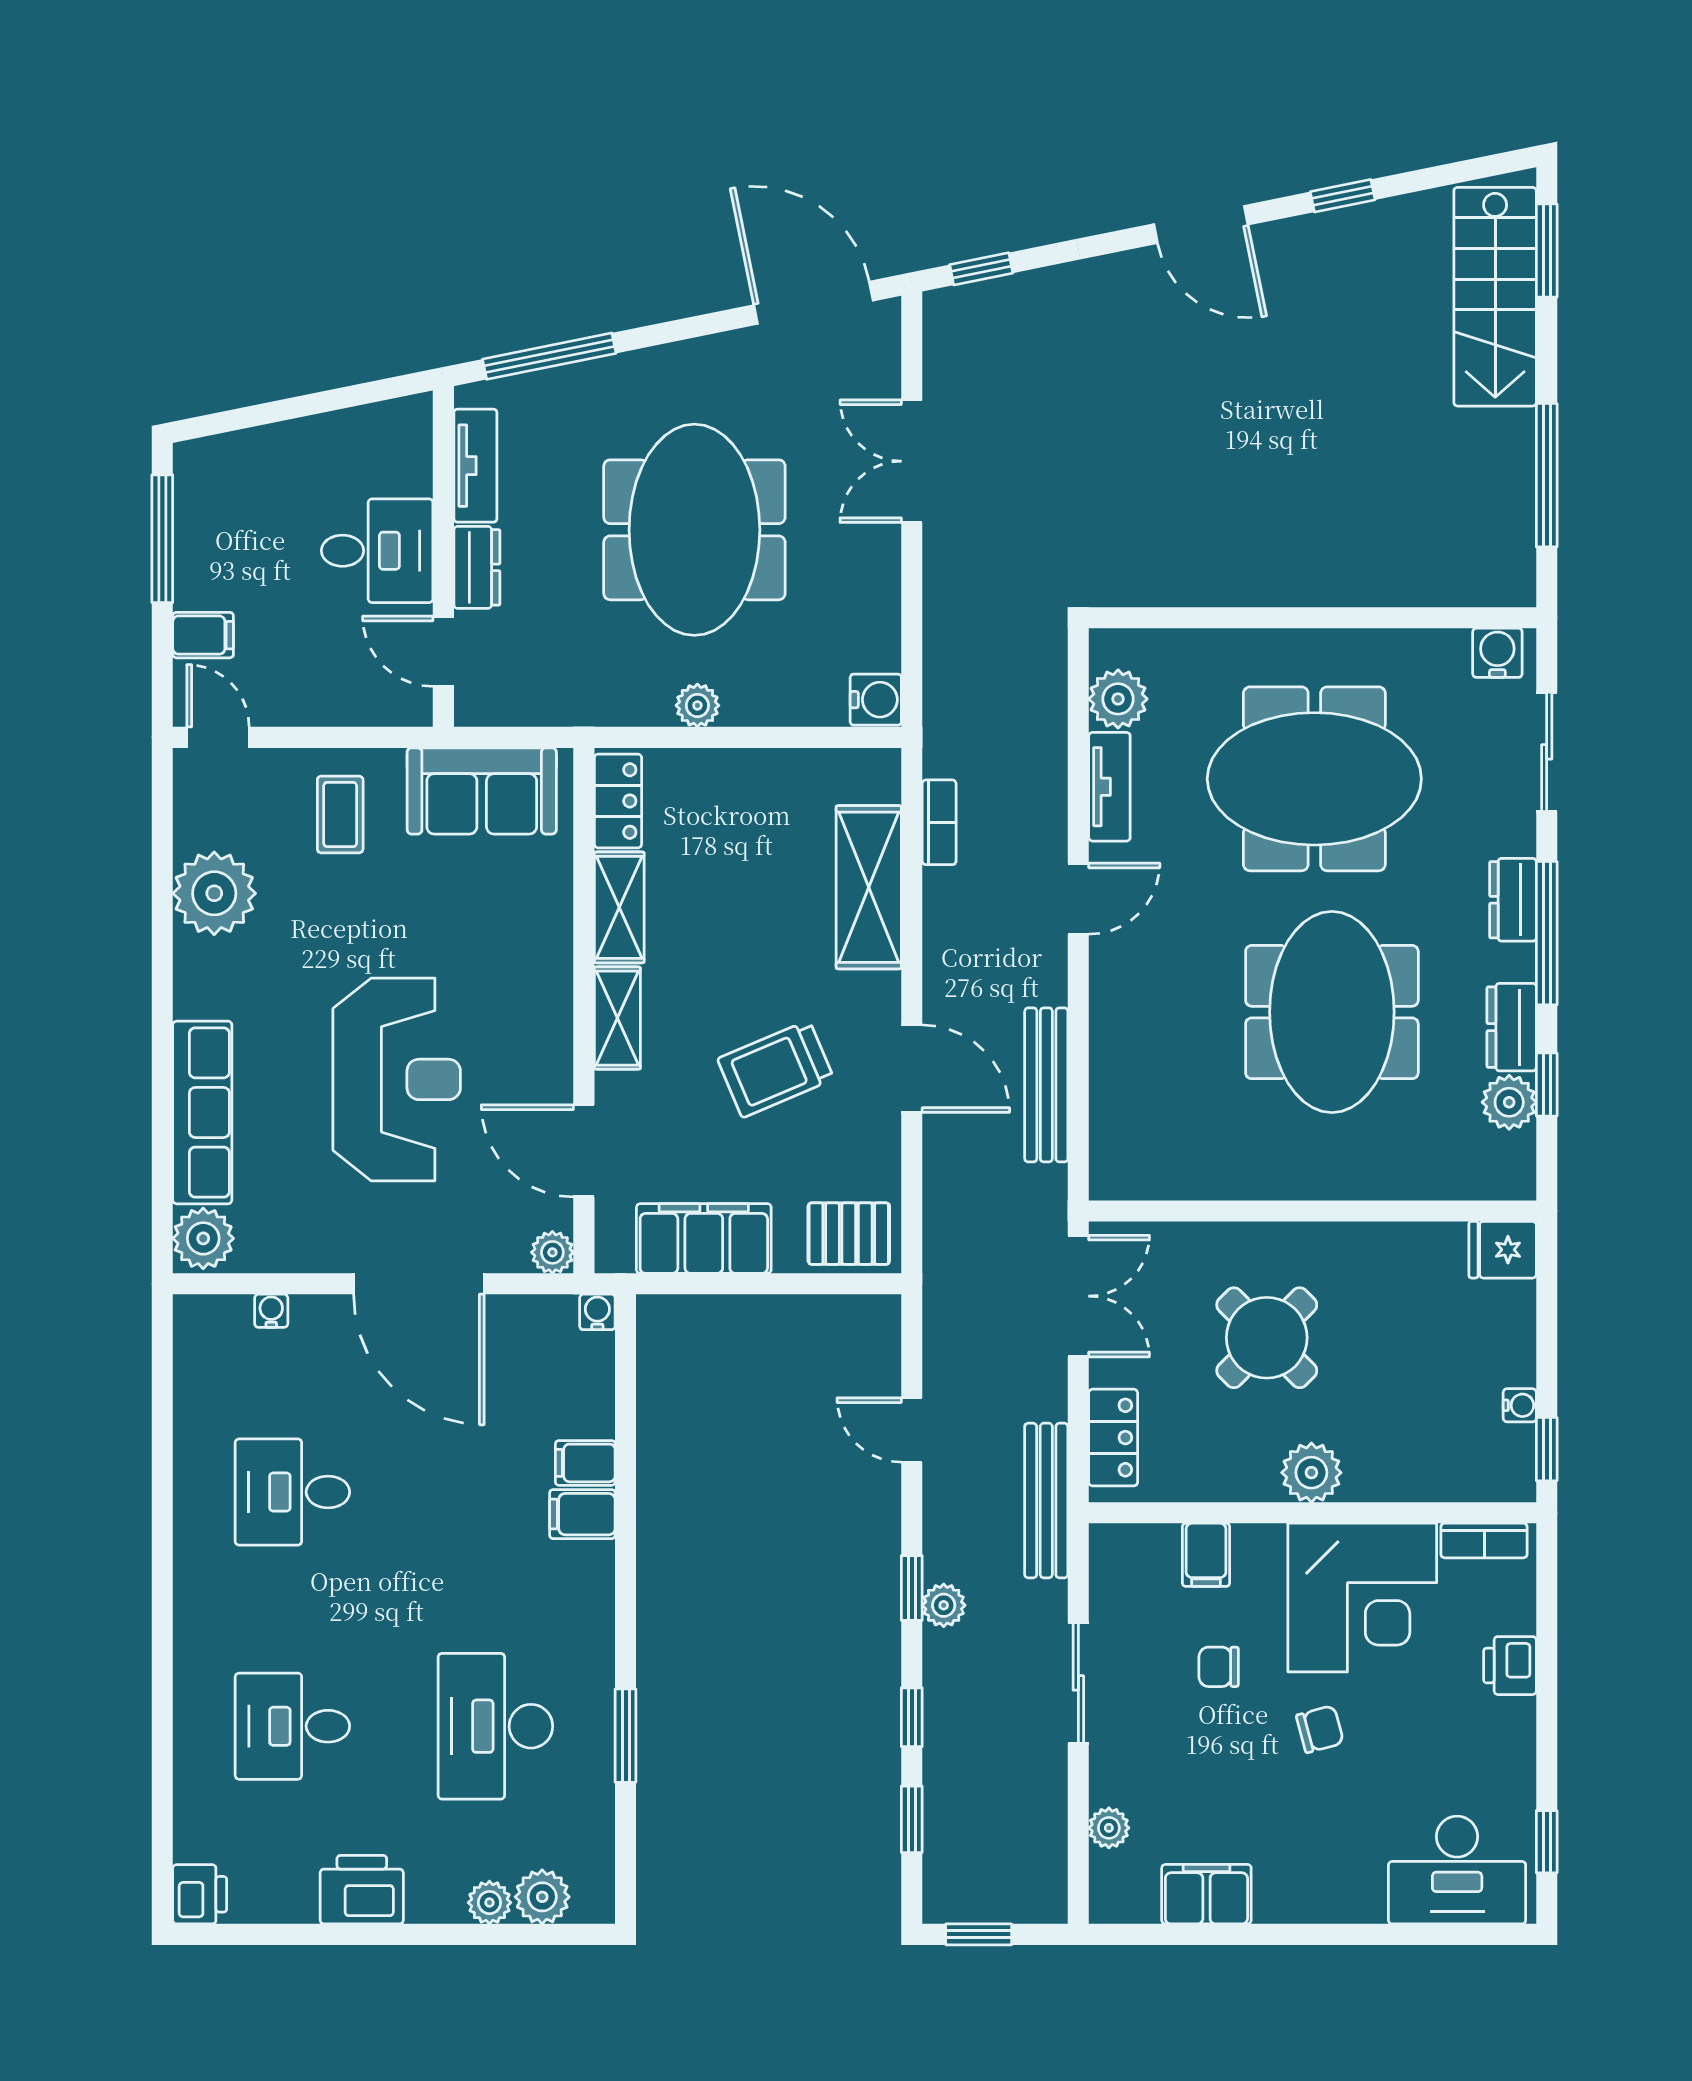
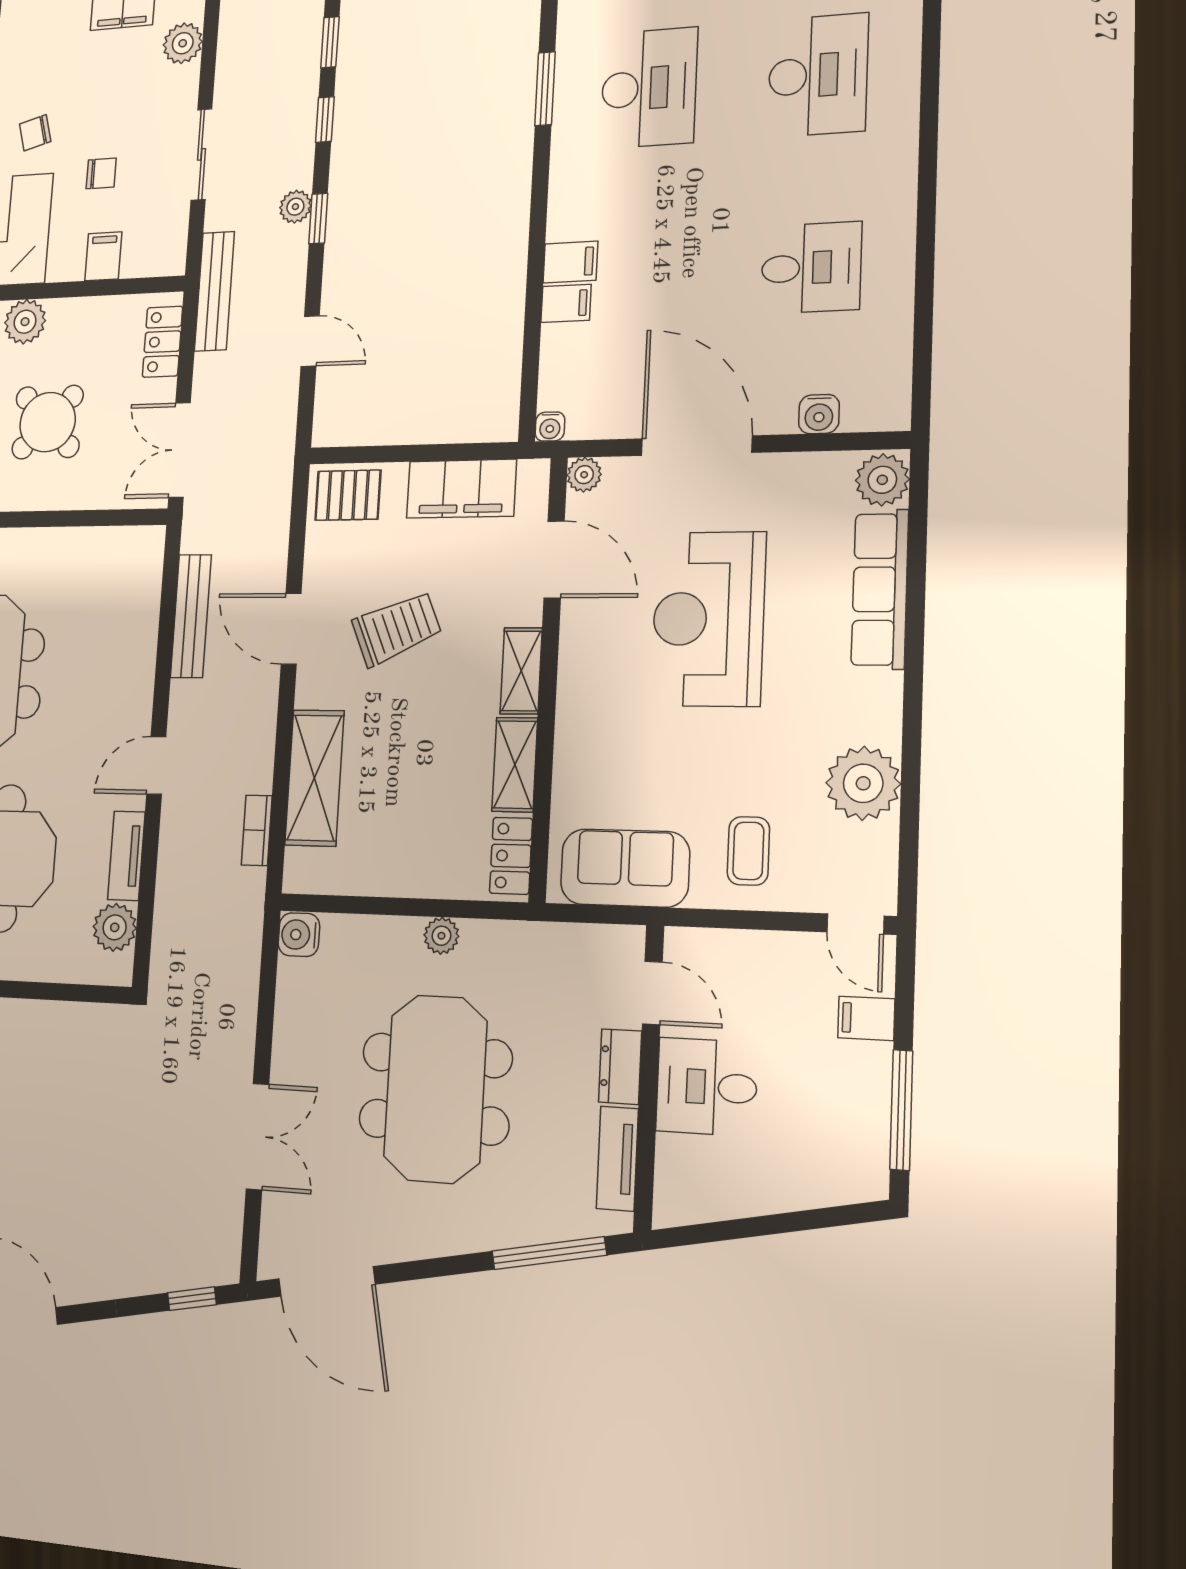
water cooler: (271, 1311) -> (819, 414), width x1.38, depth x1.38
desk: (292, 1726) -> (818, 75), width x1.37
plant: (1109, 1828) -> (183, 43), width x1.38, depth x1.38

